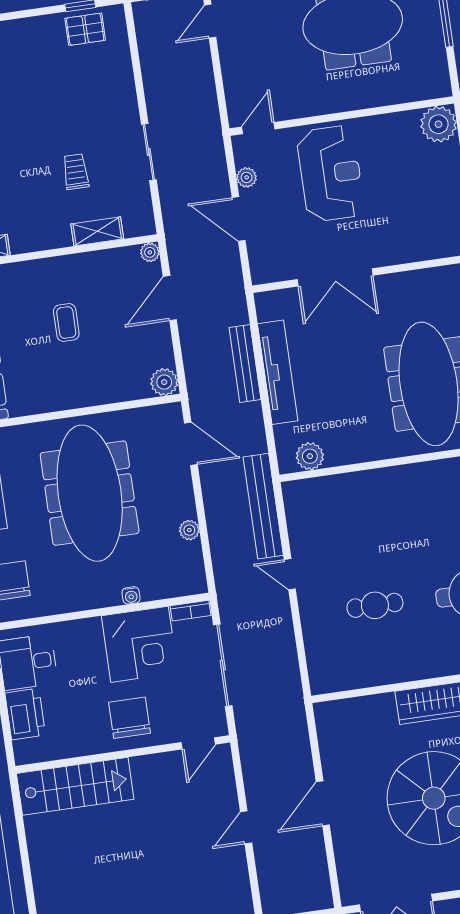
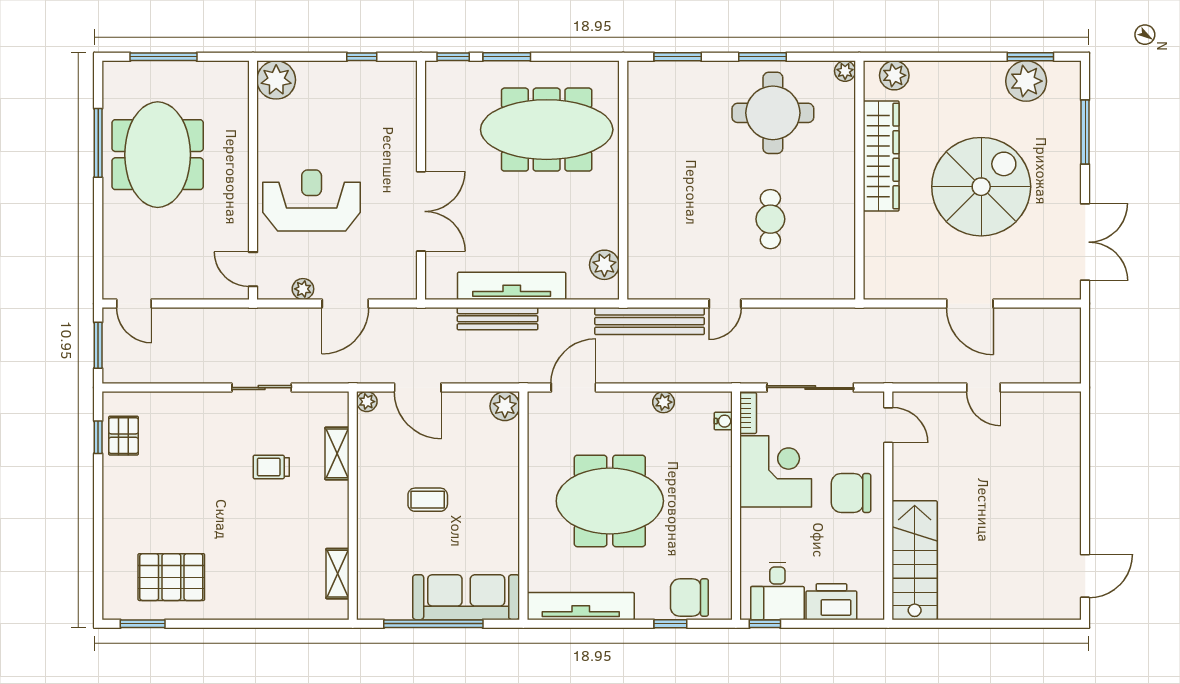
meeting table: (90, 493) -> (610, 501), width x0.73
water cooler: (131, 595) -> (723, 421), moved

